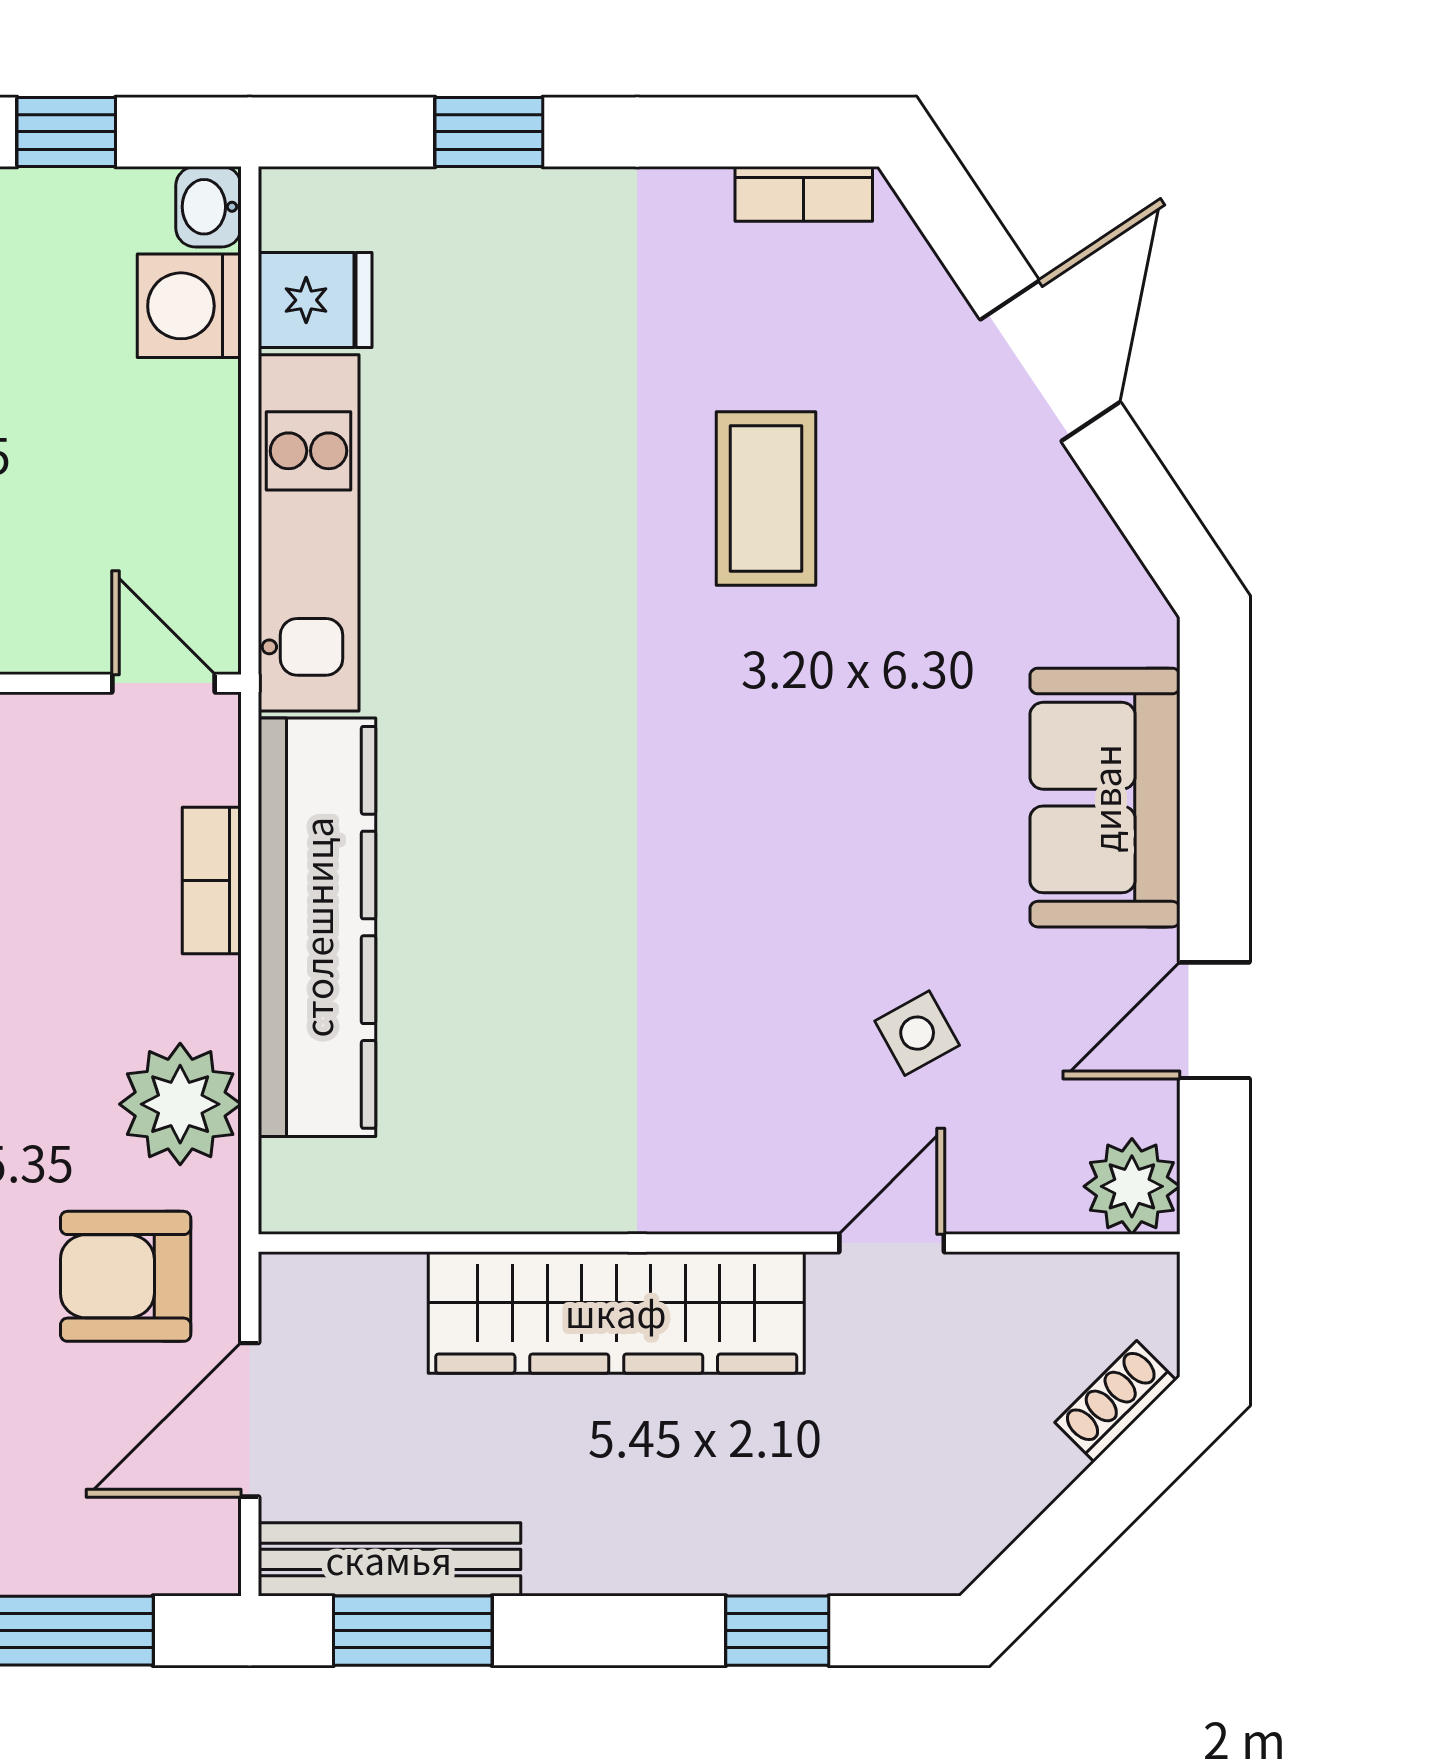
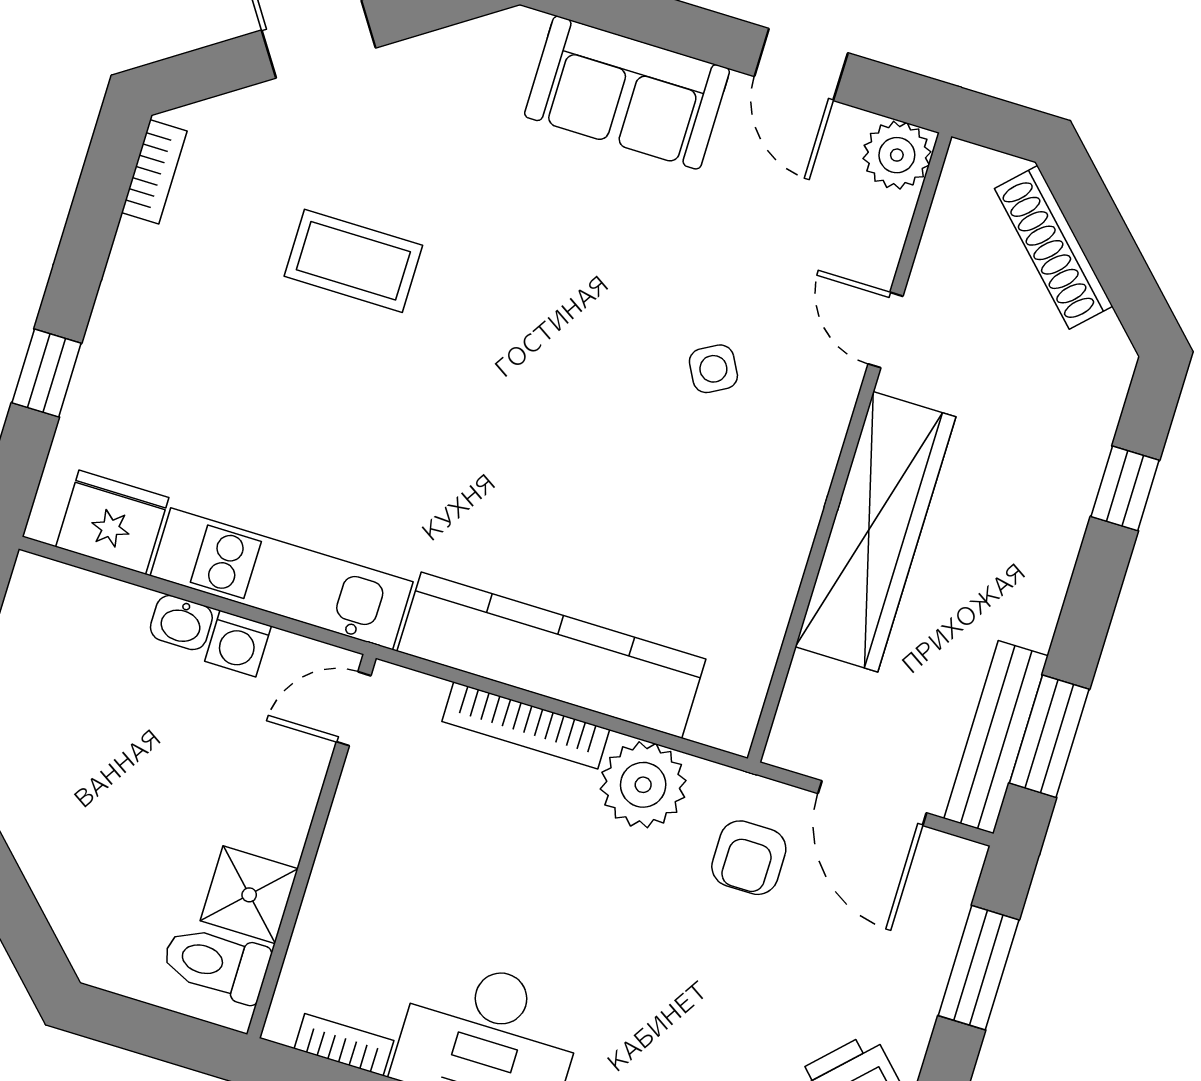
washbasin: (208, 207) -> (181, 623), moved
fridge: (315, 300) -> (112, 522), width x1.38
washing machine: (189, 306) -> (238, 644), moved, width x0.73, depth x0.73
bookcase: (212, 880) -> (526, 725), width x1.56
side table: (917, 1033) -> (713, 369), moved
armchair: (126, 1276) -> (749, 858), width x0.72, depth x0.72
shoe rack: (1115, 1401) -> (1054, 247), width x1.94, depth x1.24

